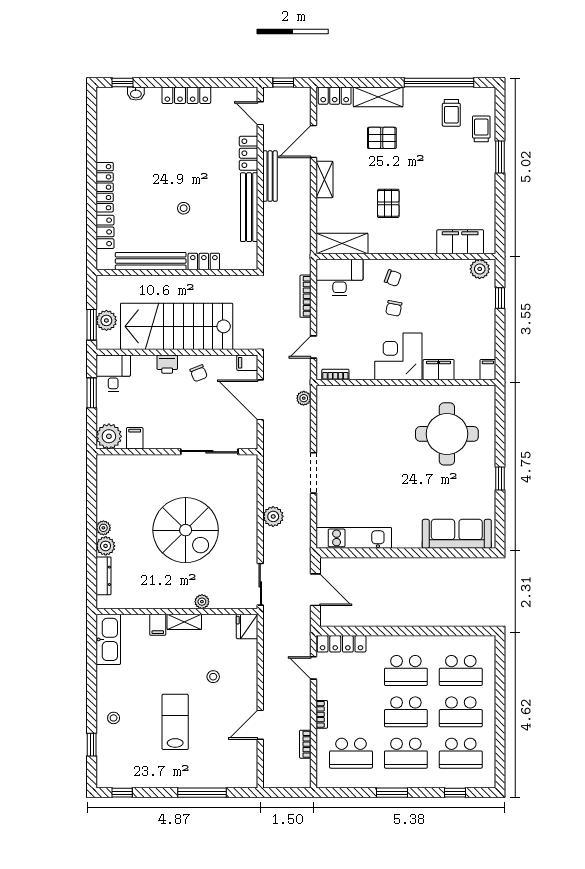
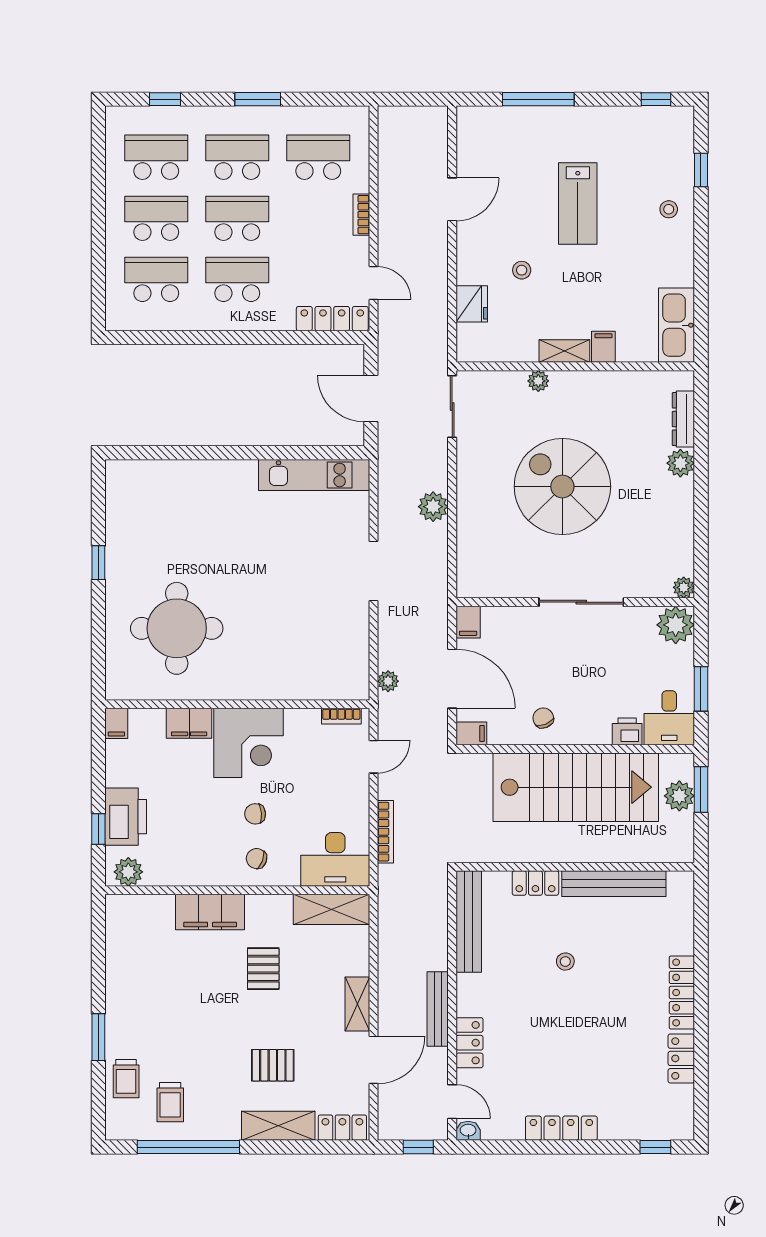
washbasin: (136, 94) -> (468, 1131), moved
trolley: (451, 113) -> (170, 1102), turned 180
bench: (249, 207) -> (469, 922), moved
locker: (105, 232) -> (681, 1058), moved
filing cabinet: (460, 242) -> (210, 912), moved
printer: (482, 306) -> (126, 817), added
chair: (394, 308) -> (255, 814), turned -106
printer: (167, 364) -> (627, 731), moved
filing cabinet: (135, 438) -> (468, 622), moved
sliding door: (209, 452) -> (581, 602), moved
plant: (103, 528) -> (684, 587), moved
sofa: (457, 534) -> (162, 481), removed
fridge: (247, 626) -> (472, 304), moved
bookcase: (305, 744) -> (386, 171), removed

